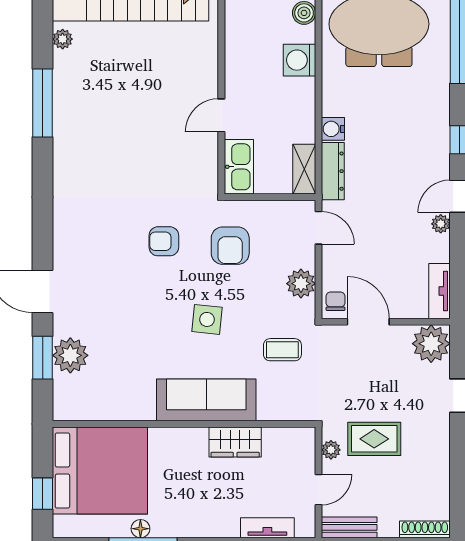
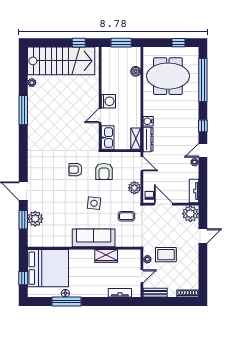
washing machine: (299, 60) -> (108, 101), moved, turned 180

